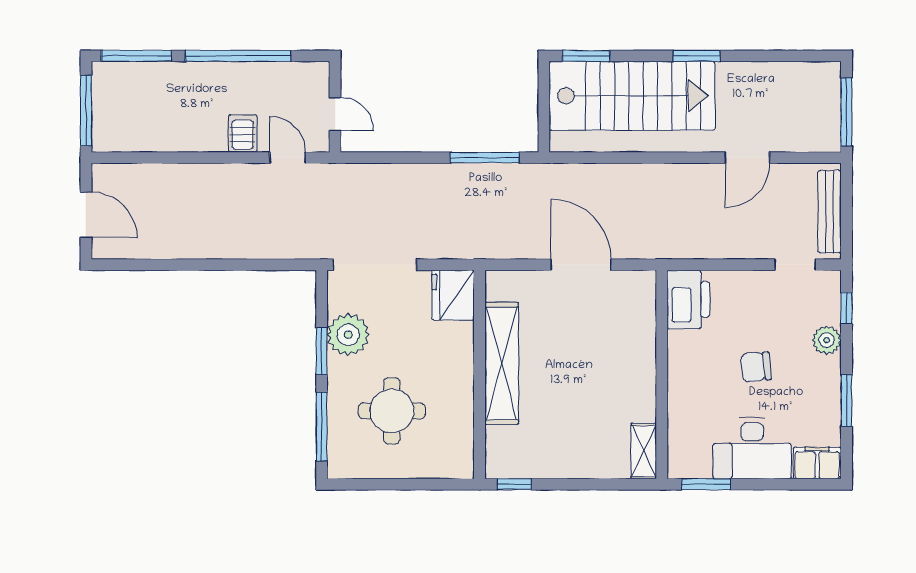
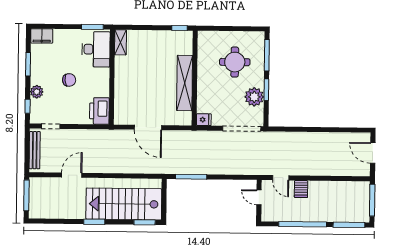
fridge: (453, 295) -> (204, 120), width x0.53, depth x0.75
desk: (752, 448) -> (96, 49), moved, turned 90

